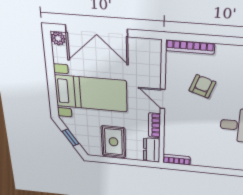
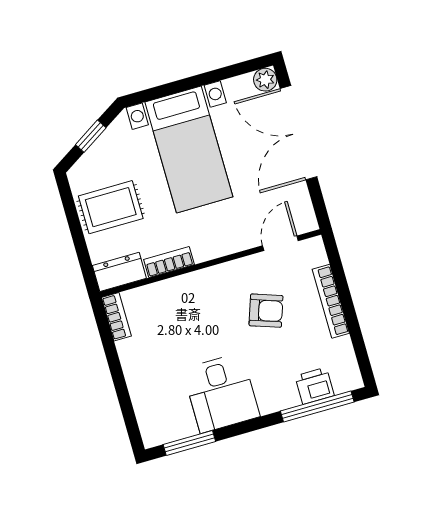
bookcase: (190, 47) -> (331, 301), moved
door: (163, 99) -> (280, 243), moved

